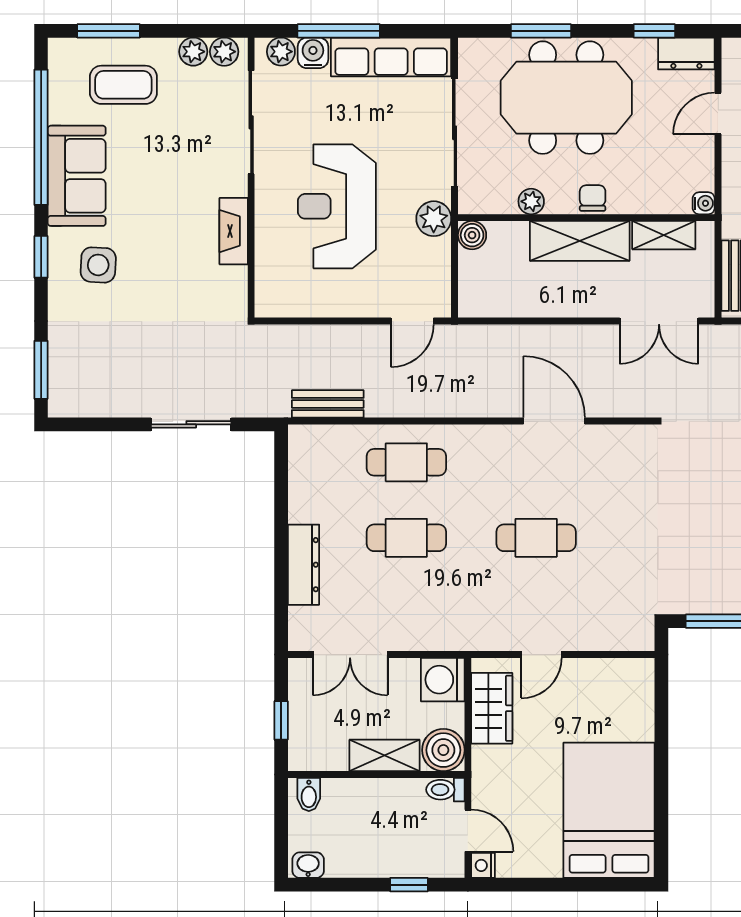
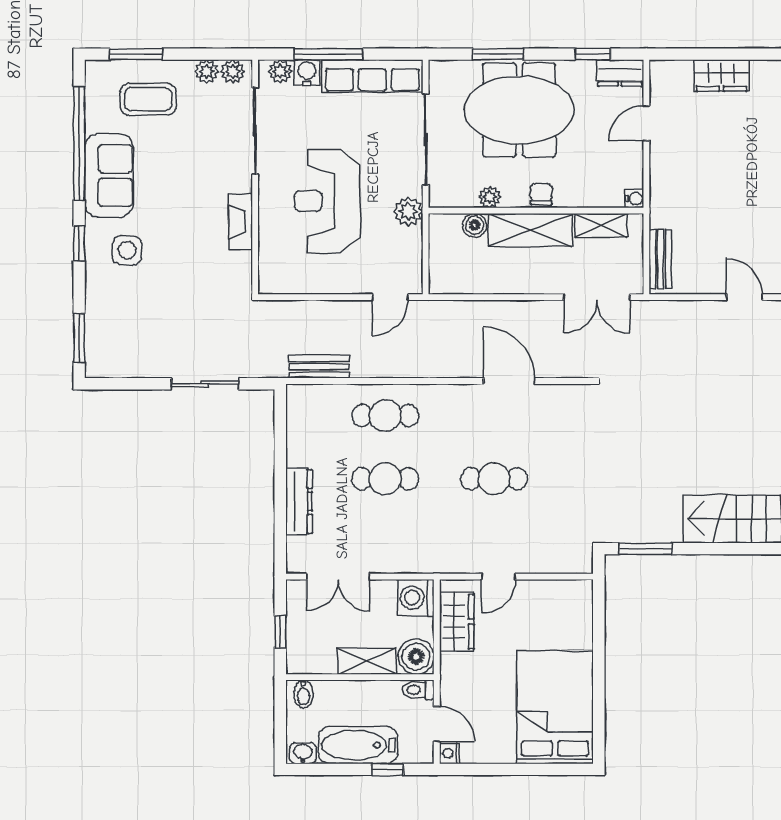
boiler: (472, 235) -> (475, 225), moved
bathtub: (374, 856) -> (358, 745), added

